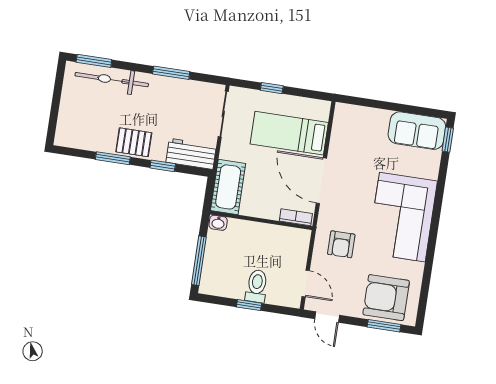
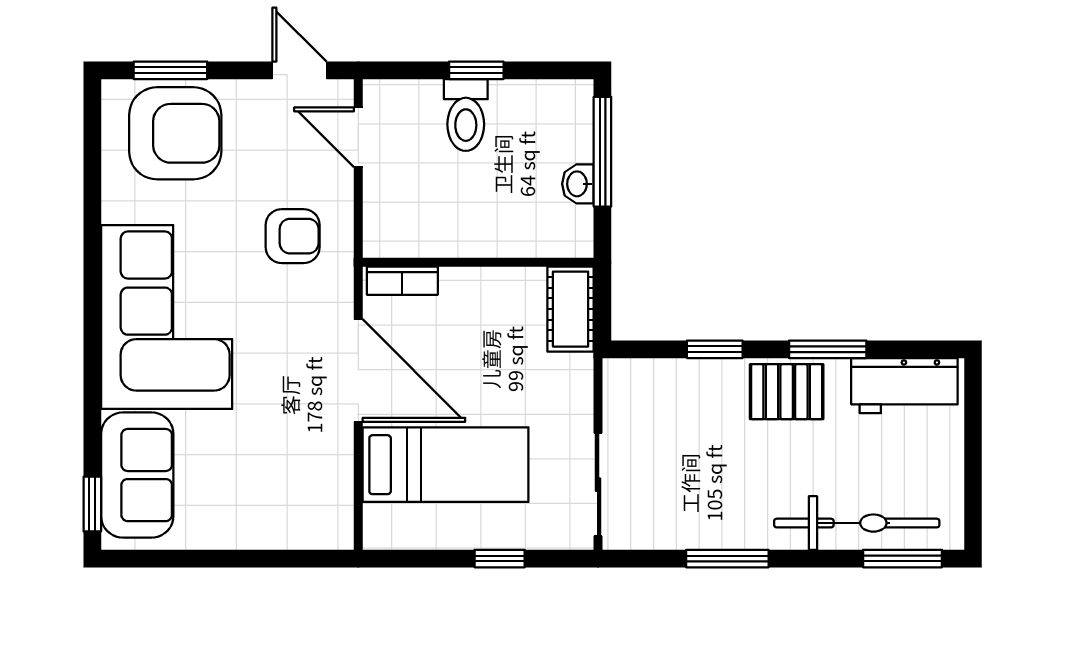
sofa: (417, 131) -> (137, 475), moved, turned 90
workbench: (191, 154) -> (904, 386), moved
cot: (228, 187) -> (571, 309), width x0.73, depth x0.75
washbasin: (218, 223) -> (578, 184), moved, turned -90
armchair: (341, 244) -> (293, 236), turned 90

